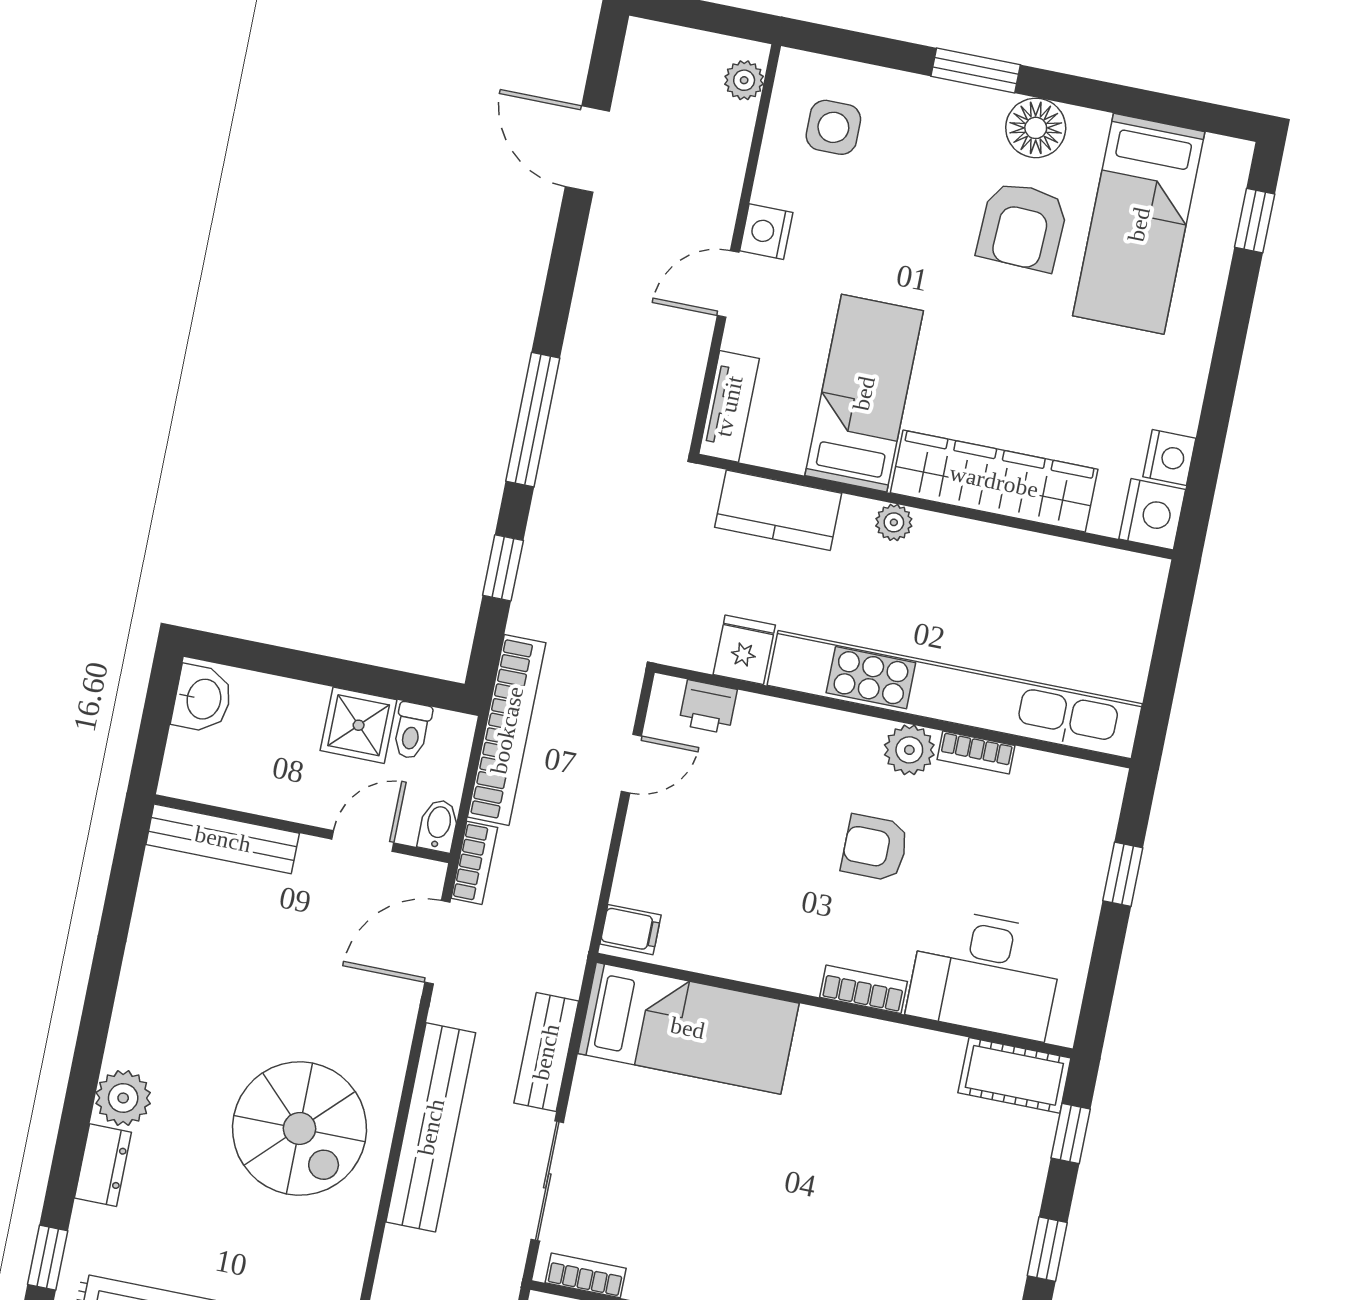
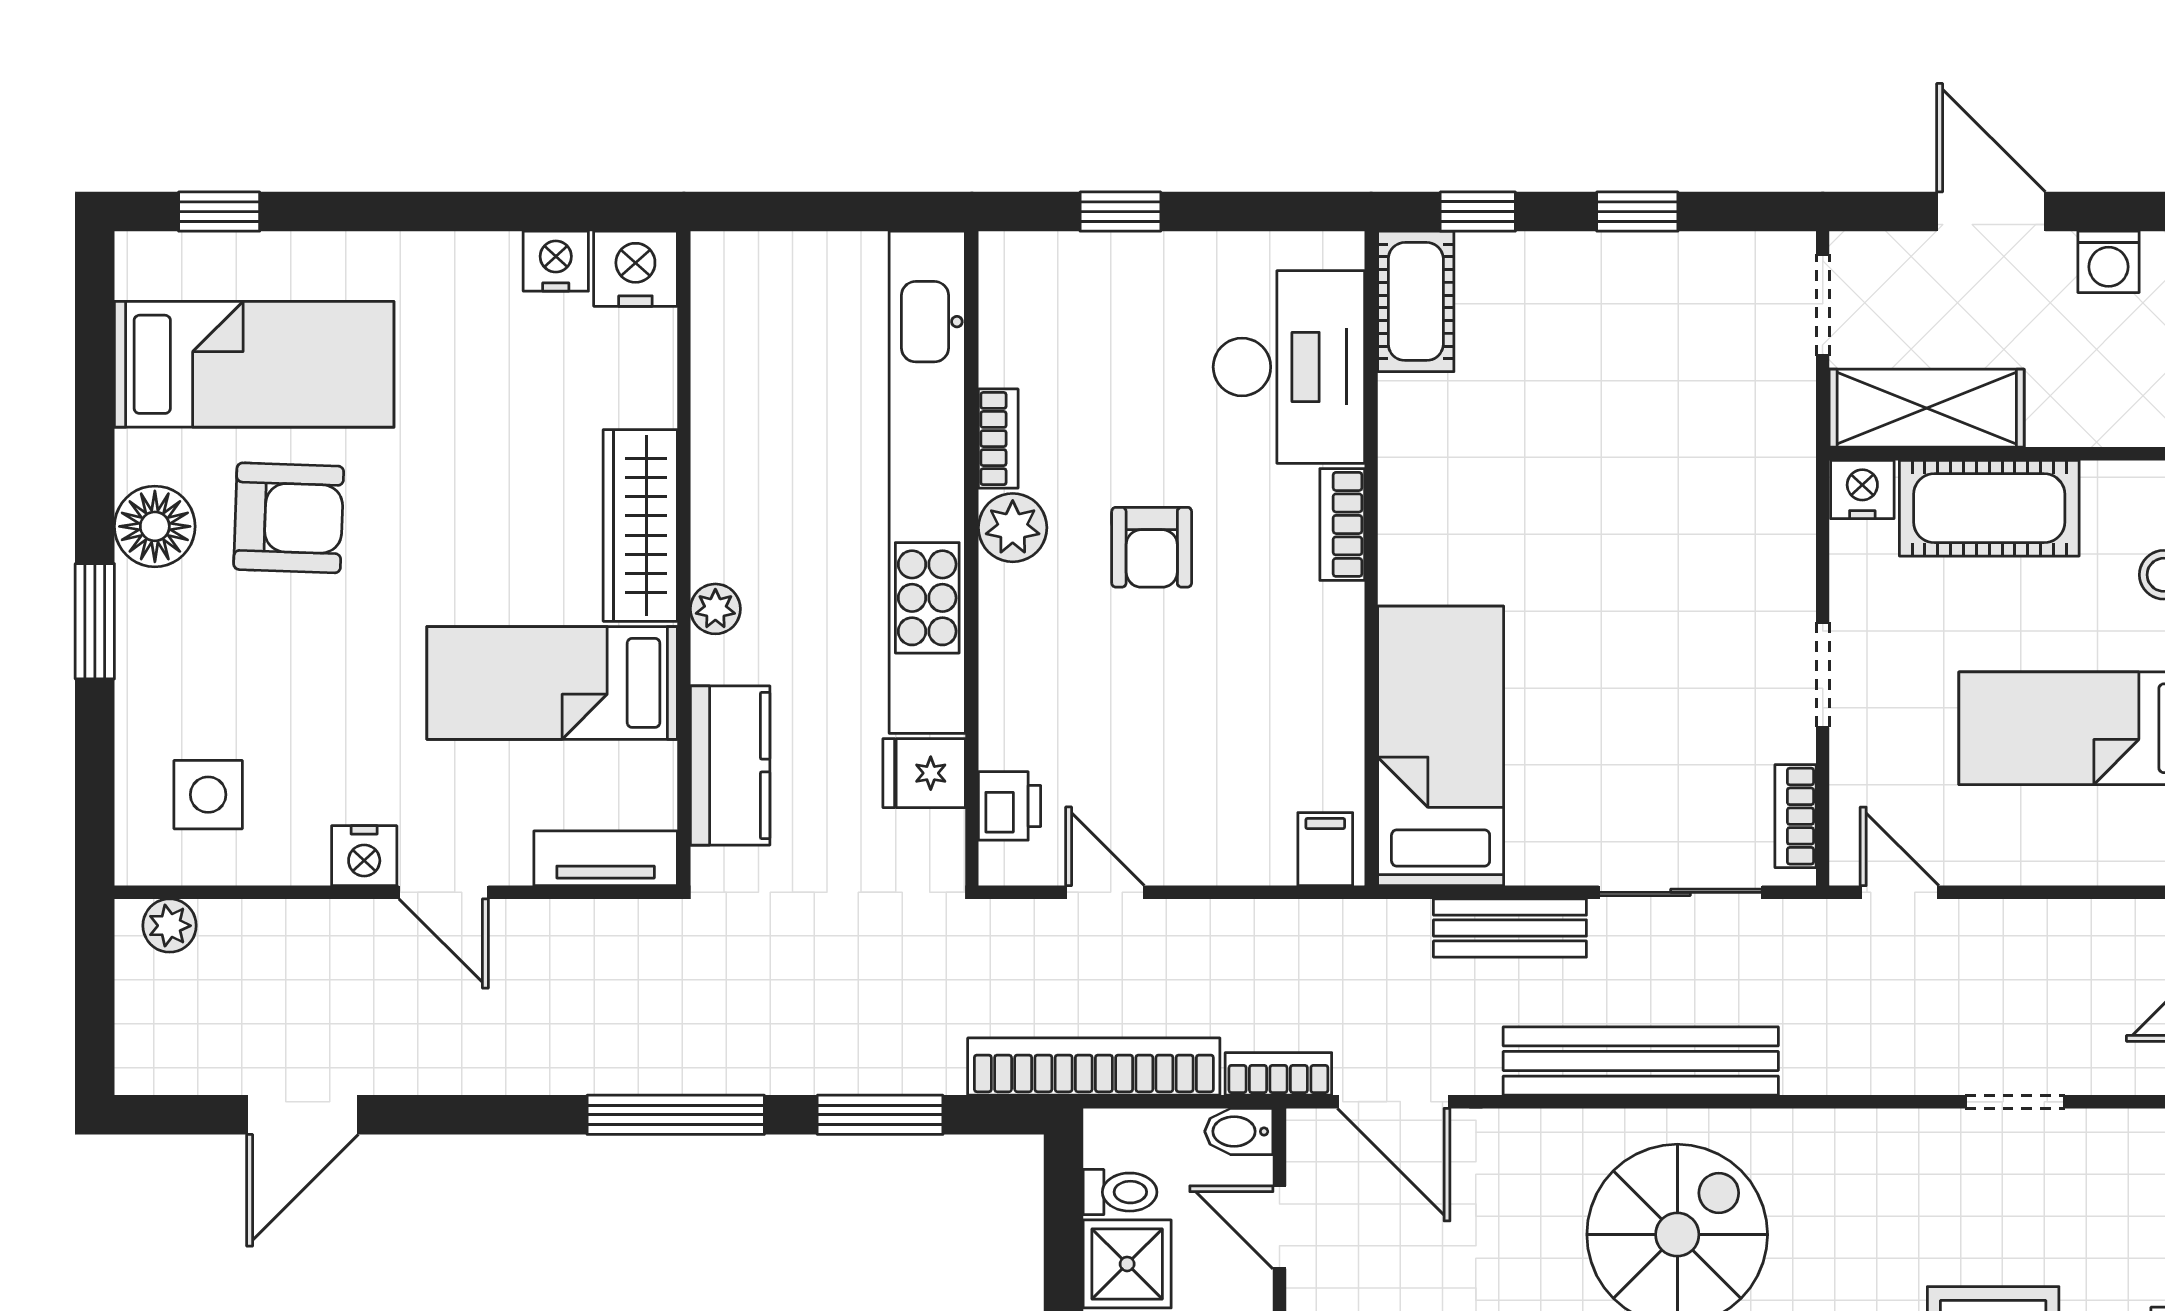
wardrobe: (994, 481) -> (640, 525), width x0.71, depth x0.85
window: (503, 568) -> (880, 1115), width x1.50

